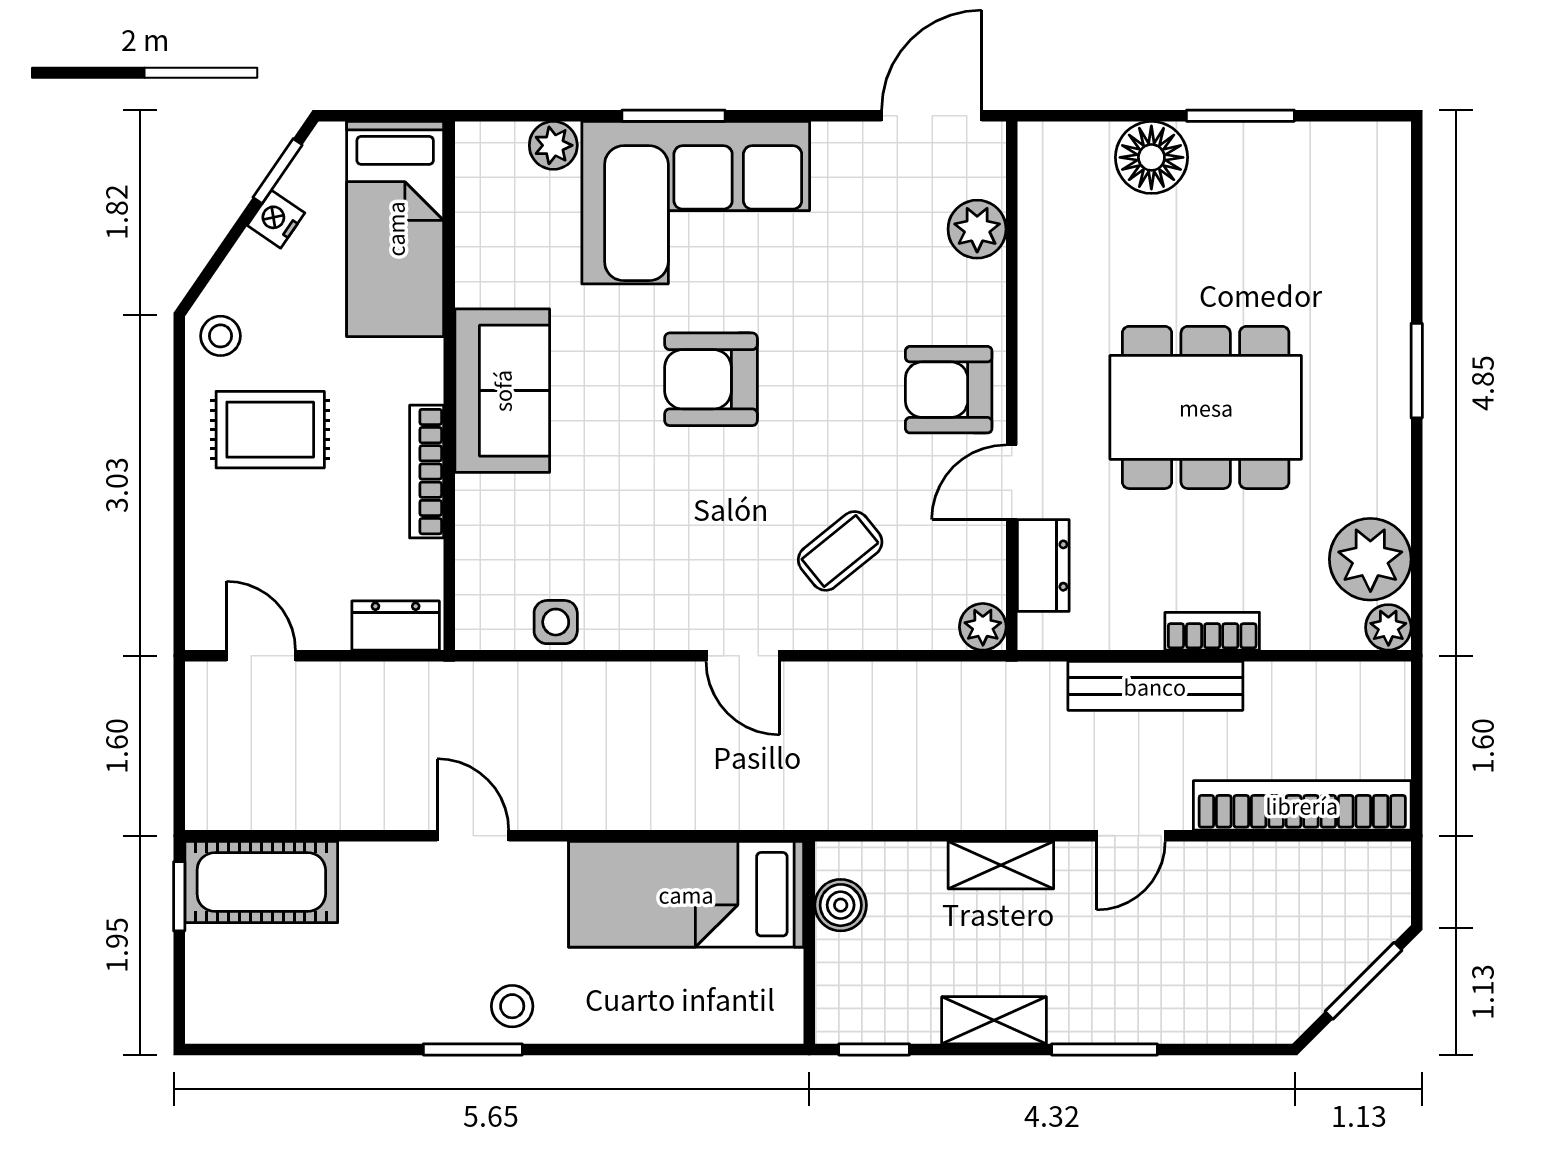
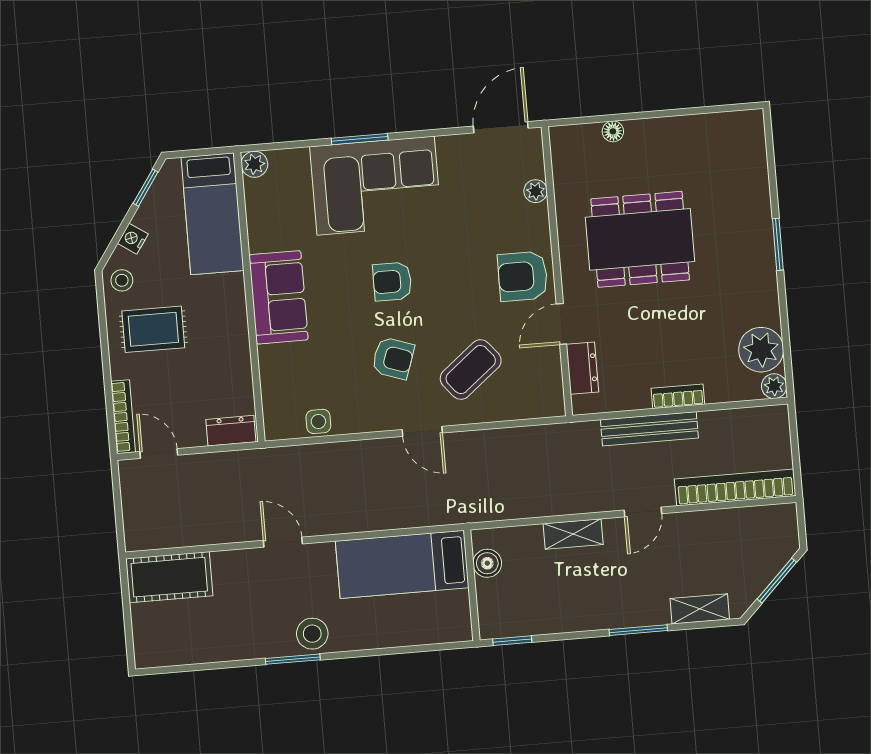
window: (1240, 116) -> (670, 113), removed
plant: (553, 145) -> (254, 164), moved
floor lamp: (1151, 157) -> (613, 131), width x0.53, depth x0.53
nightstand: (276, 219) -> (133, 239), moved
plant: (977, 229) -> (536, 191), width x0.73, depth x0.73
armchair: (711, 379) -> (392, 282), width x0.72, depth x0.72
dining table: (1206, 407) -> (640, 239), moved
bookcase: (427, 472) -> (123, 417), moved, turned 180
armchair: (701, 519) -> (393, 358), added
coffee table: (840, 551) -> (471, 370), width x1.36, depth x1.30
plant: (983, 627) -> (552, 404), removed
window: (179, 896) -> (125, 589), removed
stool: (512, 1006) -> (312, 634), width x1.37, depth x1.37
shelving: (994, 1020) -> (700, 609), moved

